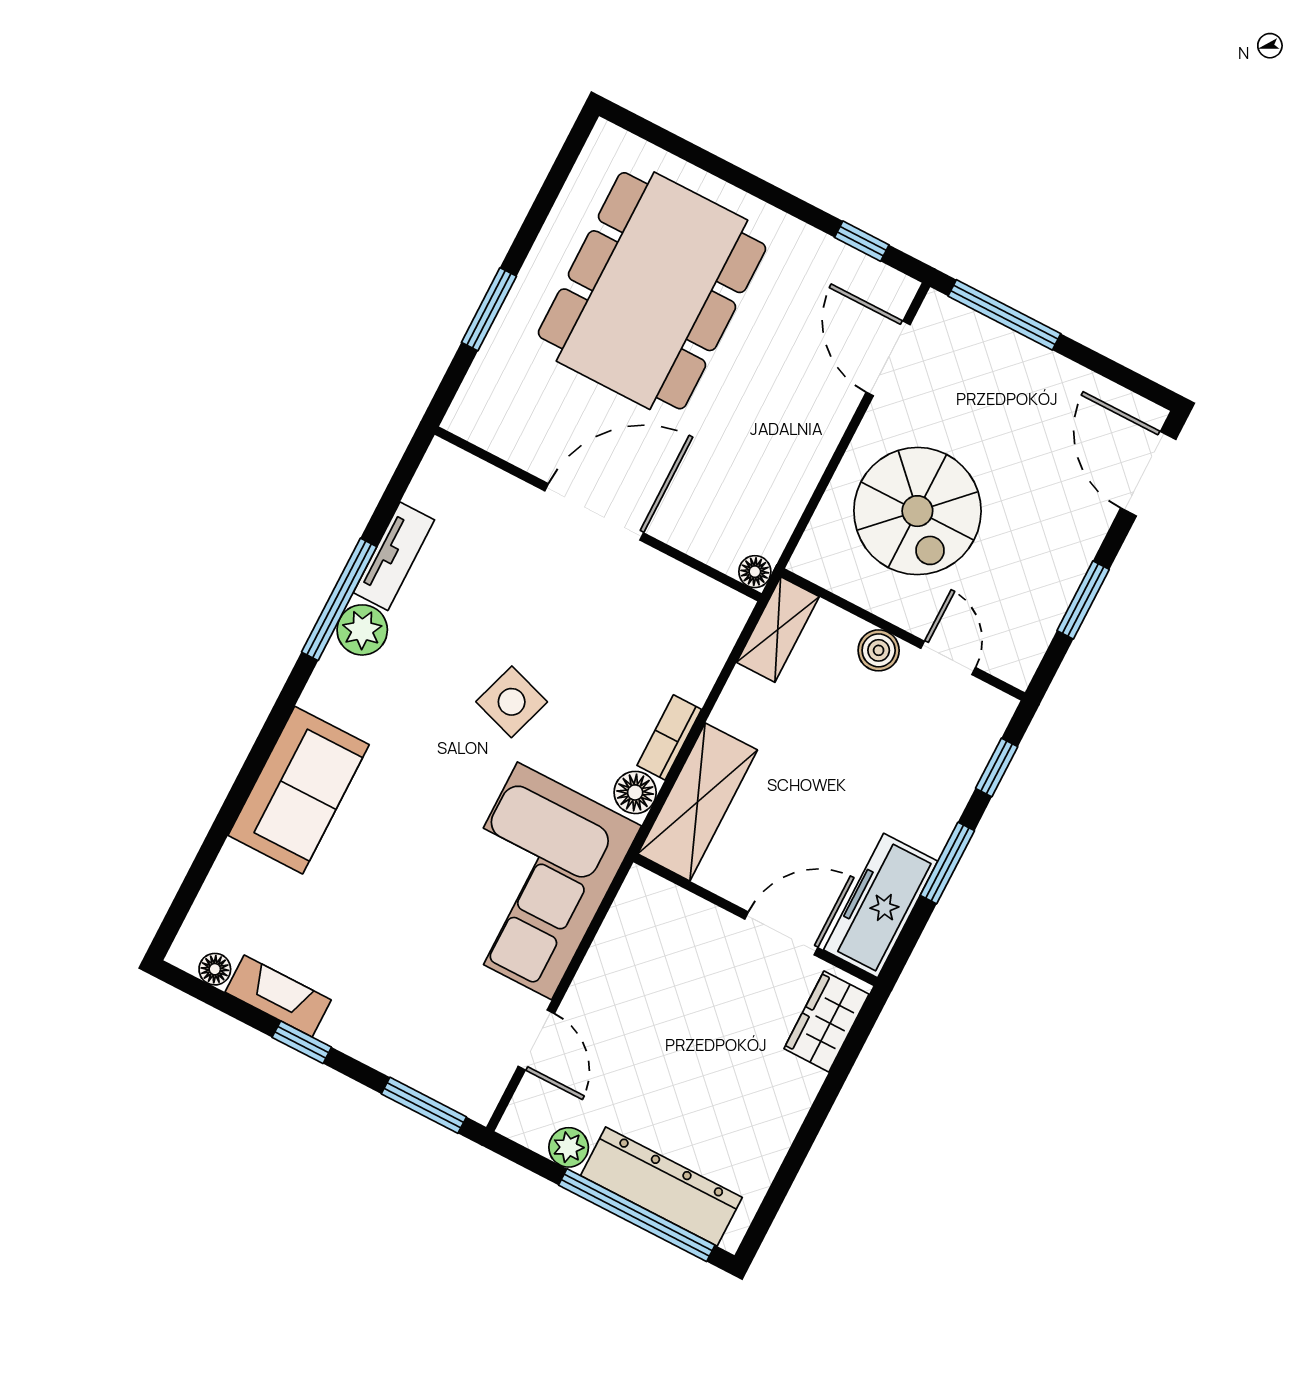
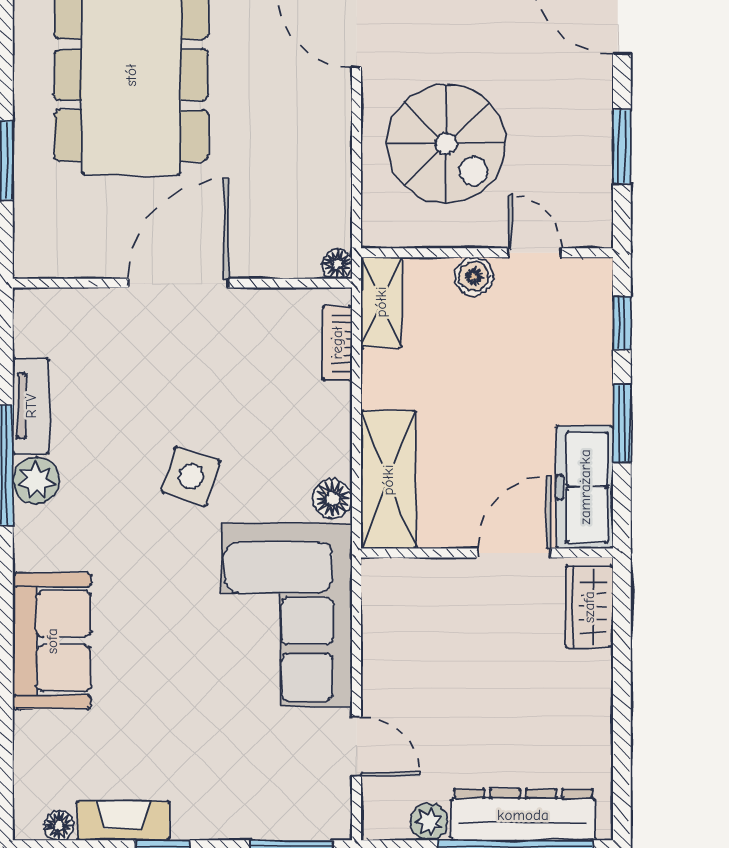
bookcase: (669, 737) -> (337, 343), moved

